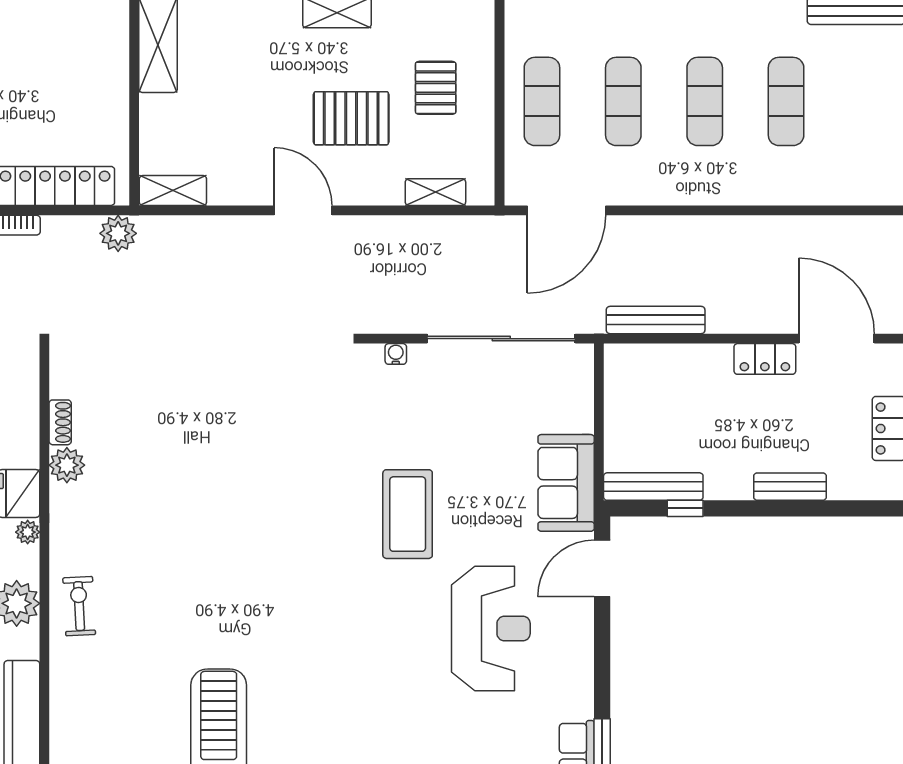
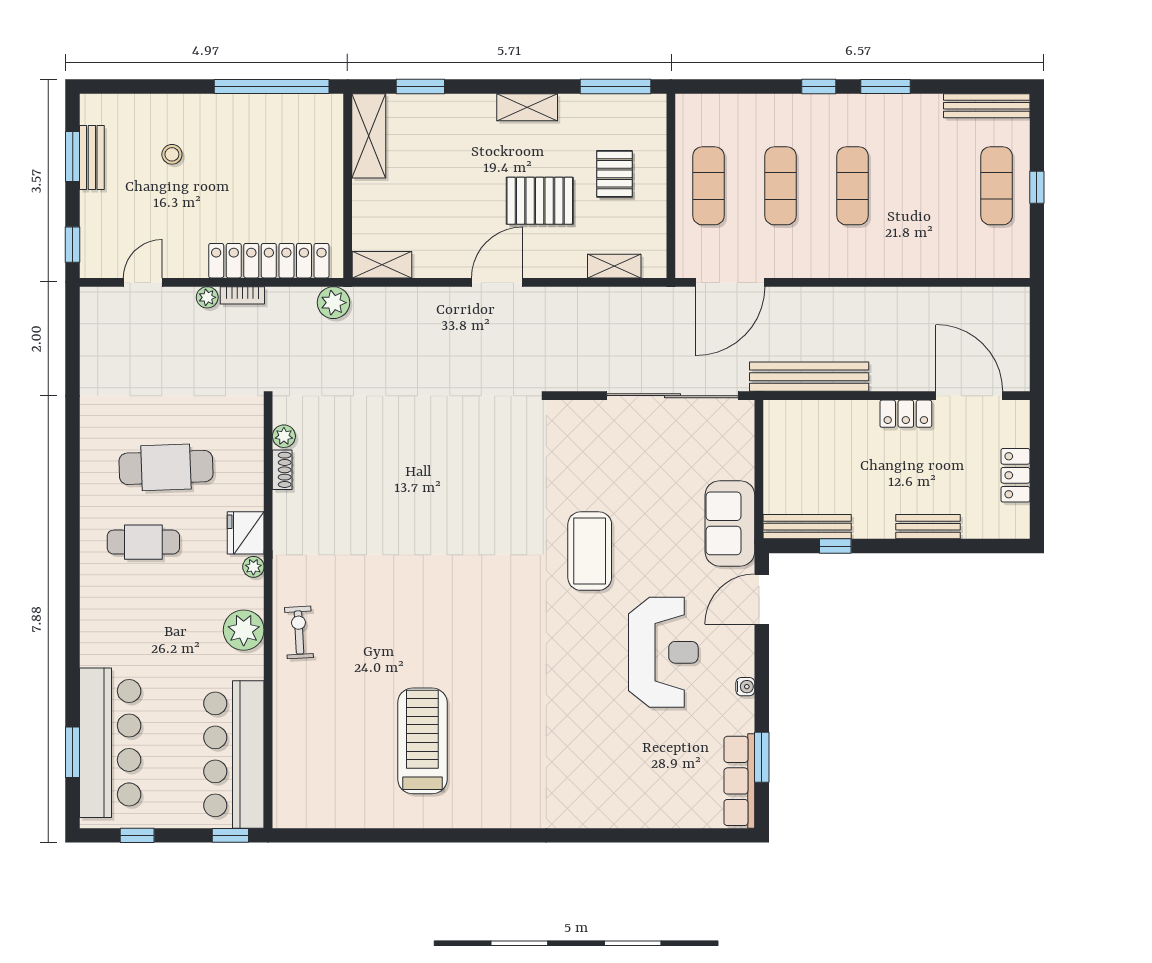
exercise mat: (786, 101) -> (997, 186), moved
door: (303, 210) -> (497, 282), hinge flipped
bench: (656, 320) -> (809, 377), width x1.37, depth x1.21
water cooler: (396, 354) -> (745, 687), moved, turned 90
plant: (67, 465) -> (284, 436), moved, width x0.73, depth x0.73

